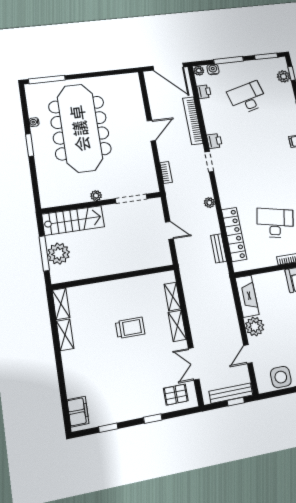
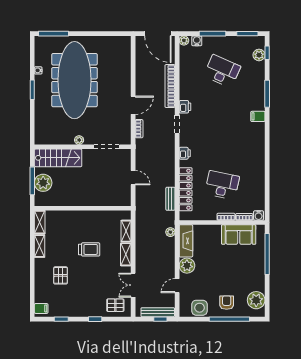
printer: (204, 92) -> (185, 153), moved
desk: (247, 98) -> (222, 71), turned 39
door: (151, 131) -> (133, 105), moved
plant: (209, 203) -> (170, 232), moved
pallet: (98, 369) -> (61, 275), added
filing cabinet: (78, 412) -> (41, 308), width x0.50

